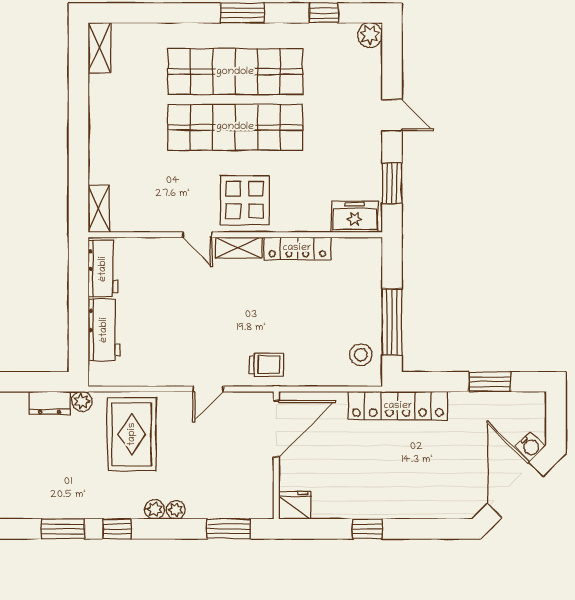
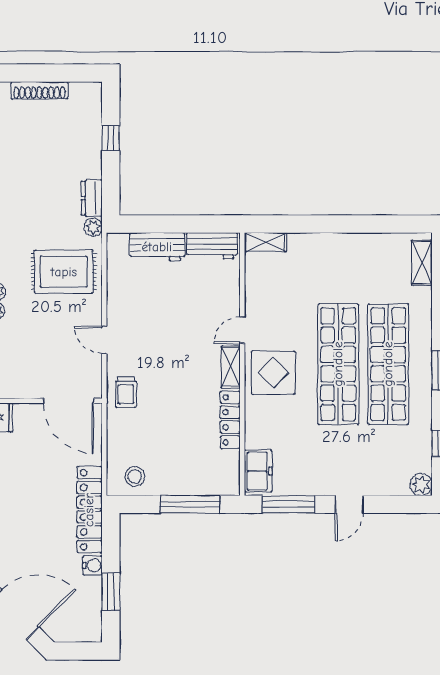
shelving: (99, 48) -> (422, 263), moved, turned 90
window: (392, 183) -> (288, 504), width x1.44
window: (392, 322) -> (190, 504), moved
water cooler: (530, 446) -> (92, 565), moved, turned -135

